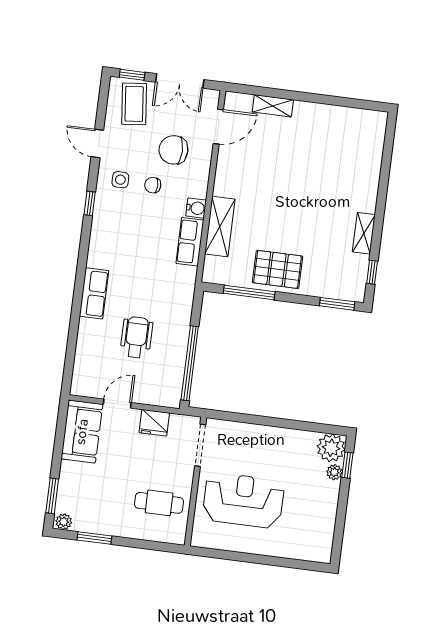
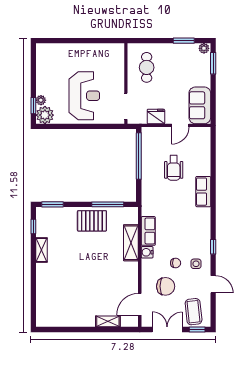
reception desk: (243, 500) -> (84, 96), moved, turned -90
cafe table: (159, 503) -> (147, 67), turned 90

